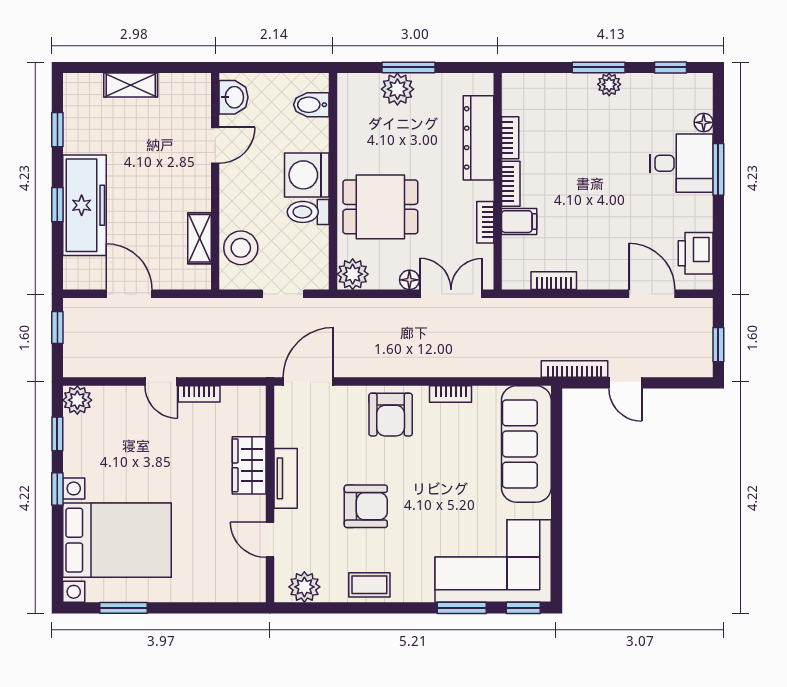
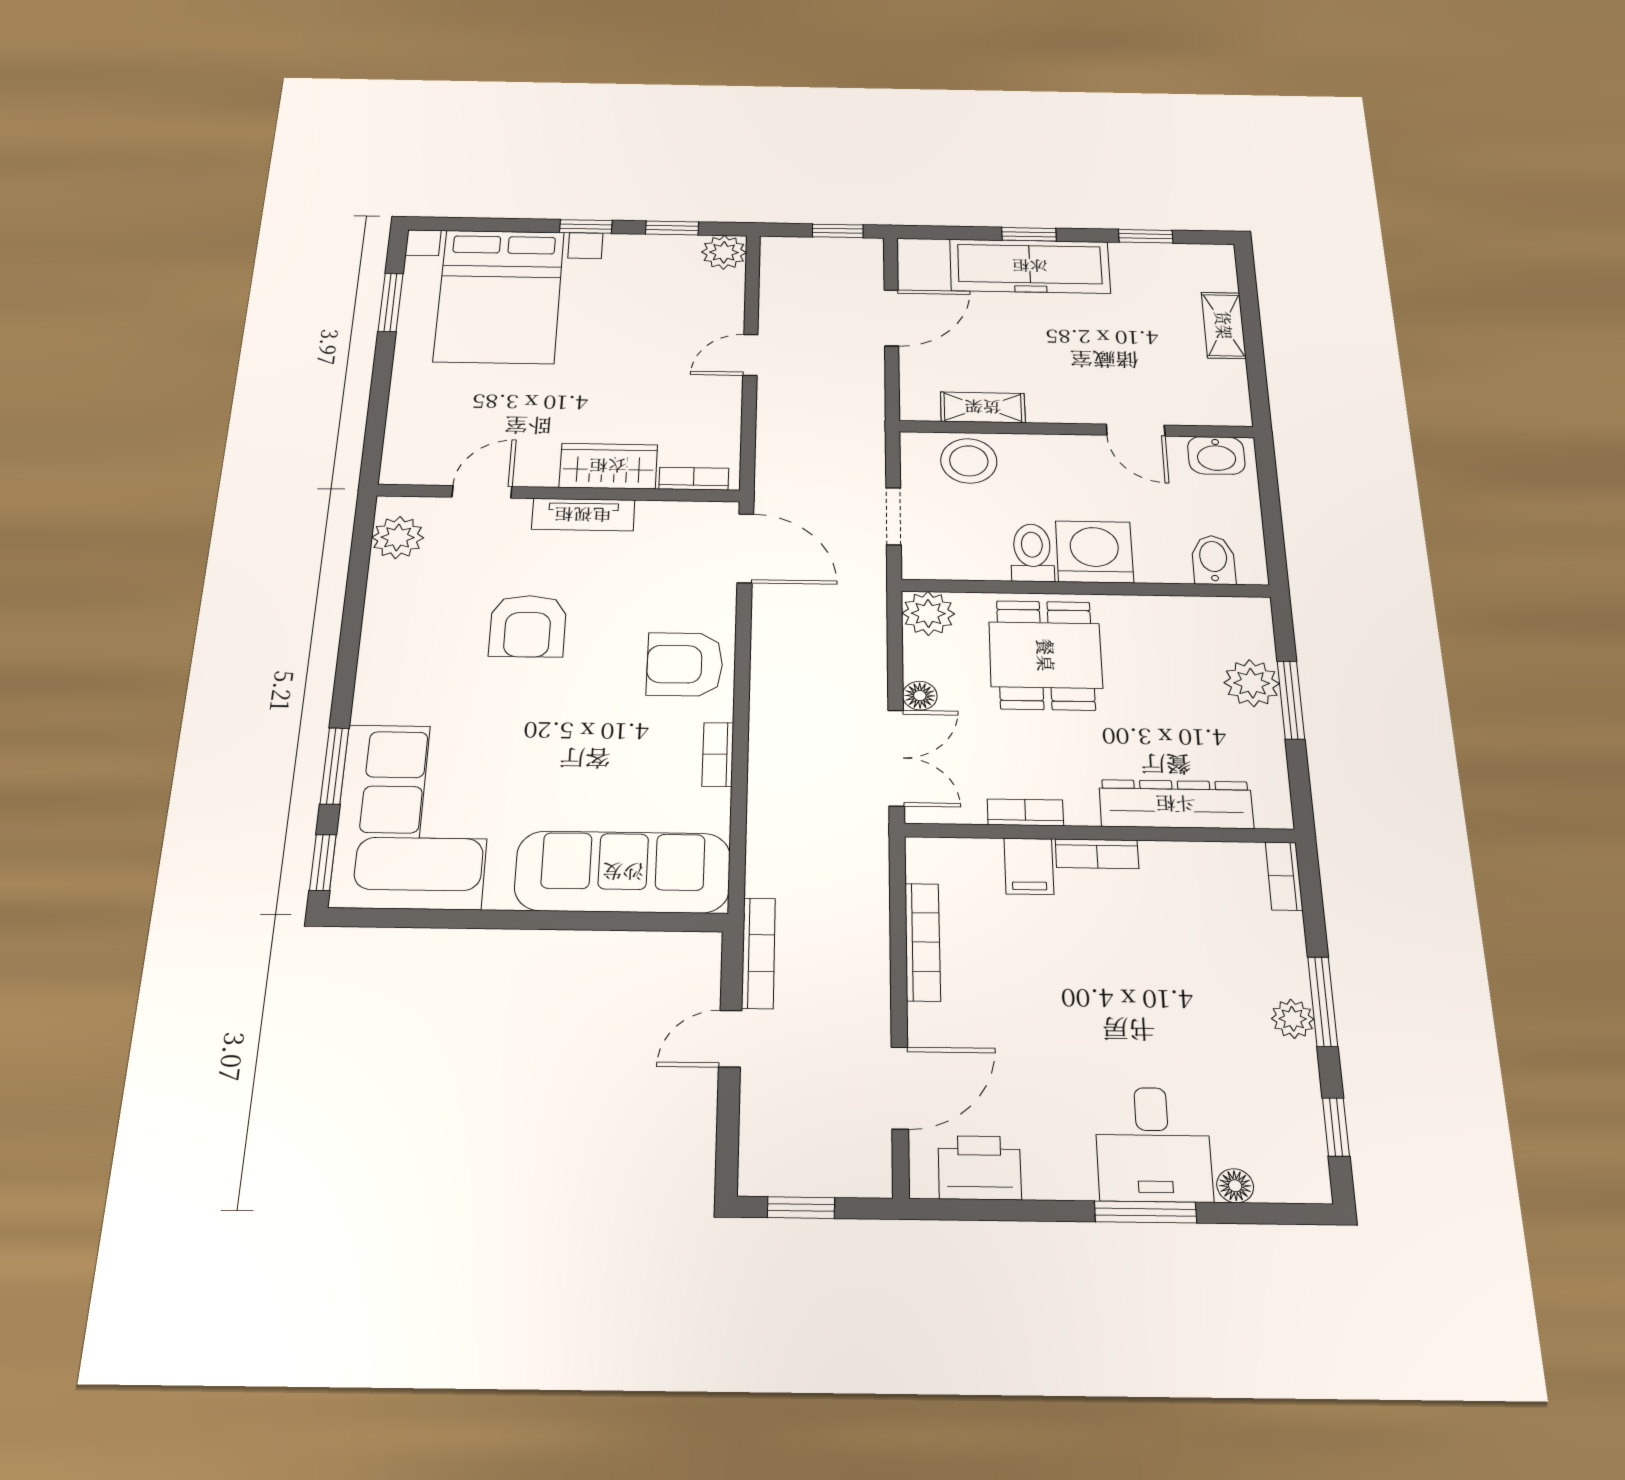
bookcase: (510, 138) -> (1284, 876), moved, turned 90
bookcase: (554, 281) -> (923, 942), width x1.56
bookcase: (199, 394) -> (694, 479), moved, turned 90
coffee table: (369, 585) -> (391, 629), removed

